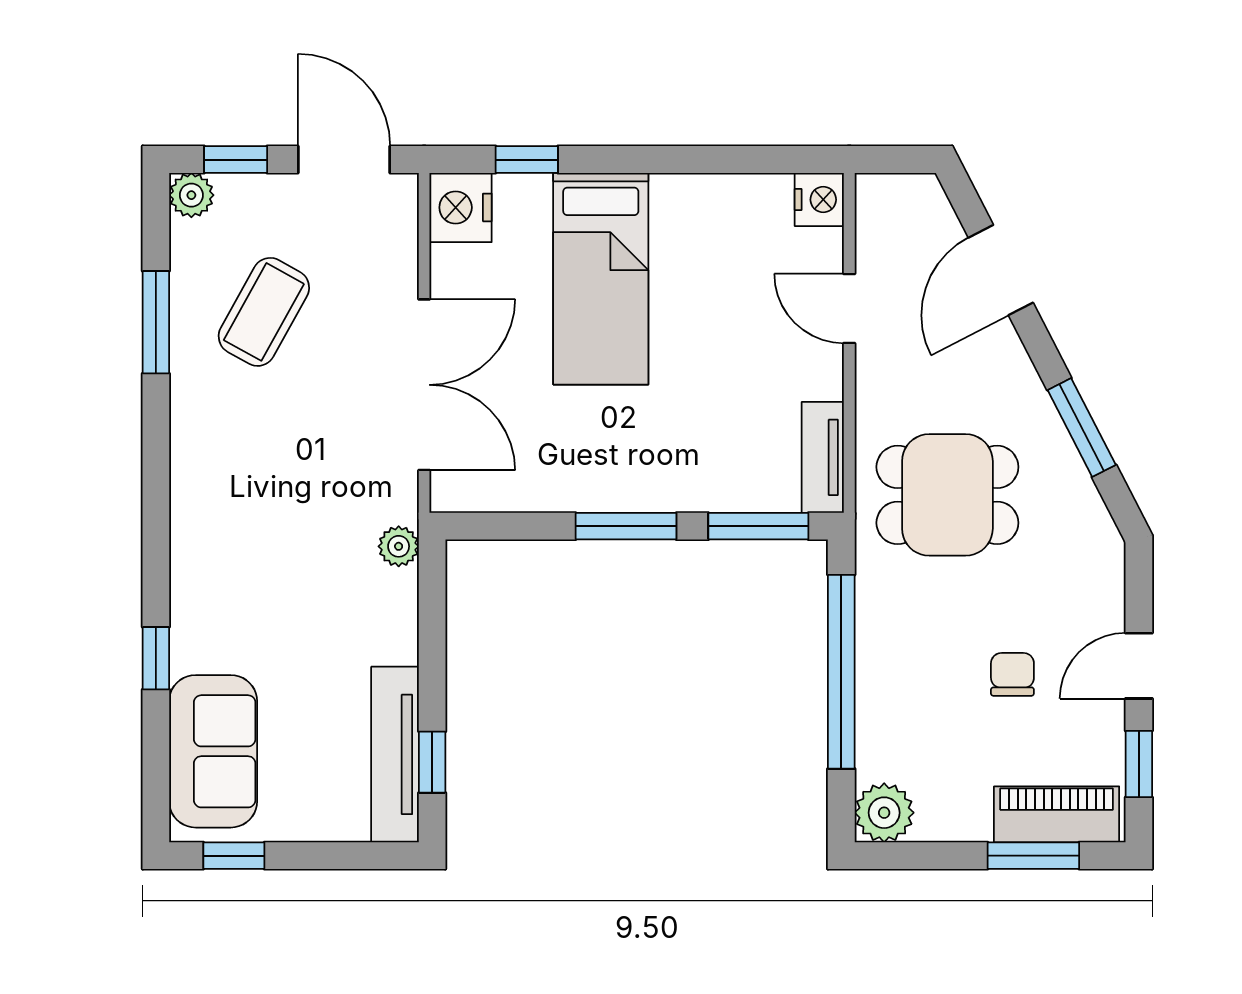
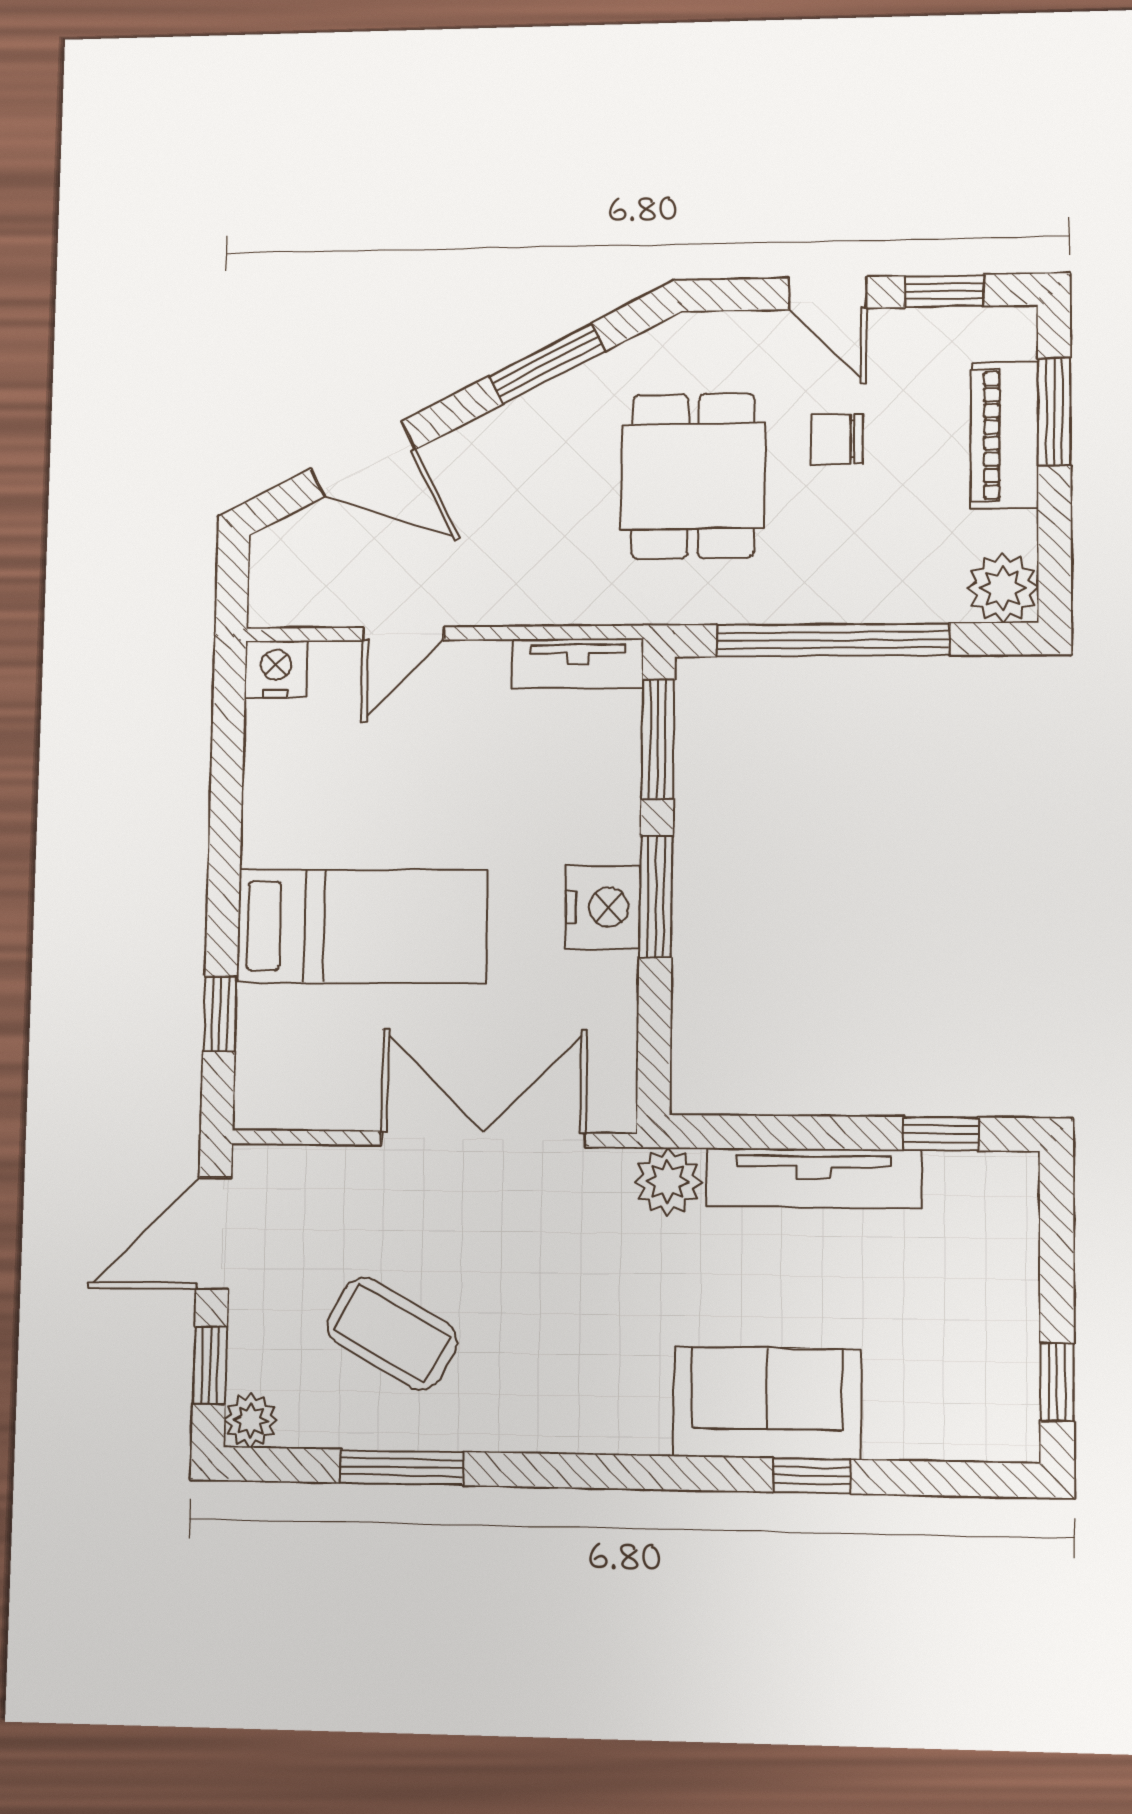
nightstand: (461, 207) -> (603, 907), moved, turned -90
dining table: (947, 495) -> (693, 476), moved
plant: (399, 546) -> (668, 1181), width x1.38, depth x1.38
sofa: (213, 751) -> (767, 1403), moved
tv unit: (395, 754) -> (814, 1178), moved
piano: (1057, 814) -> (1004, 435), moved

